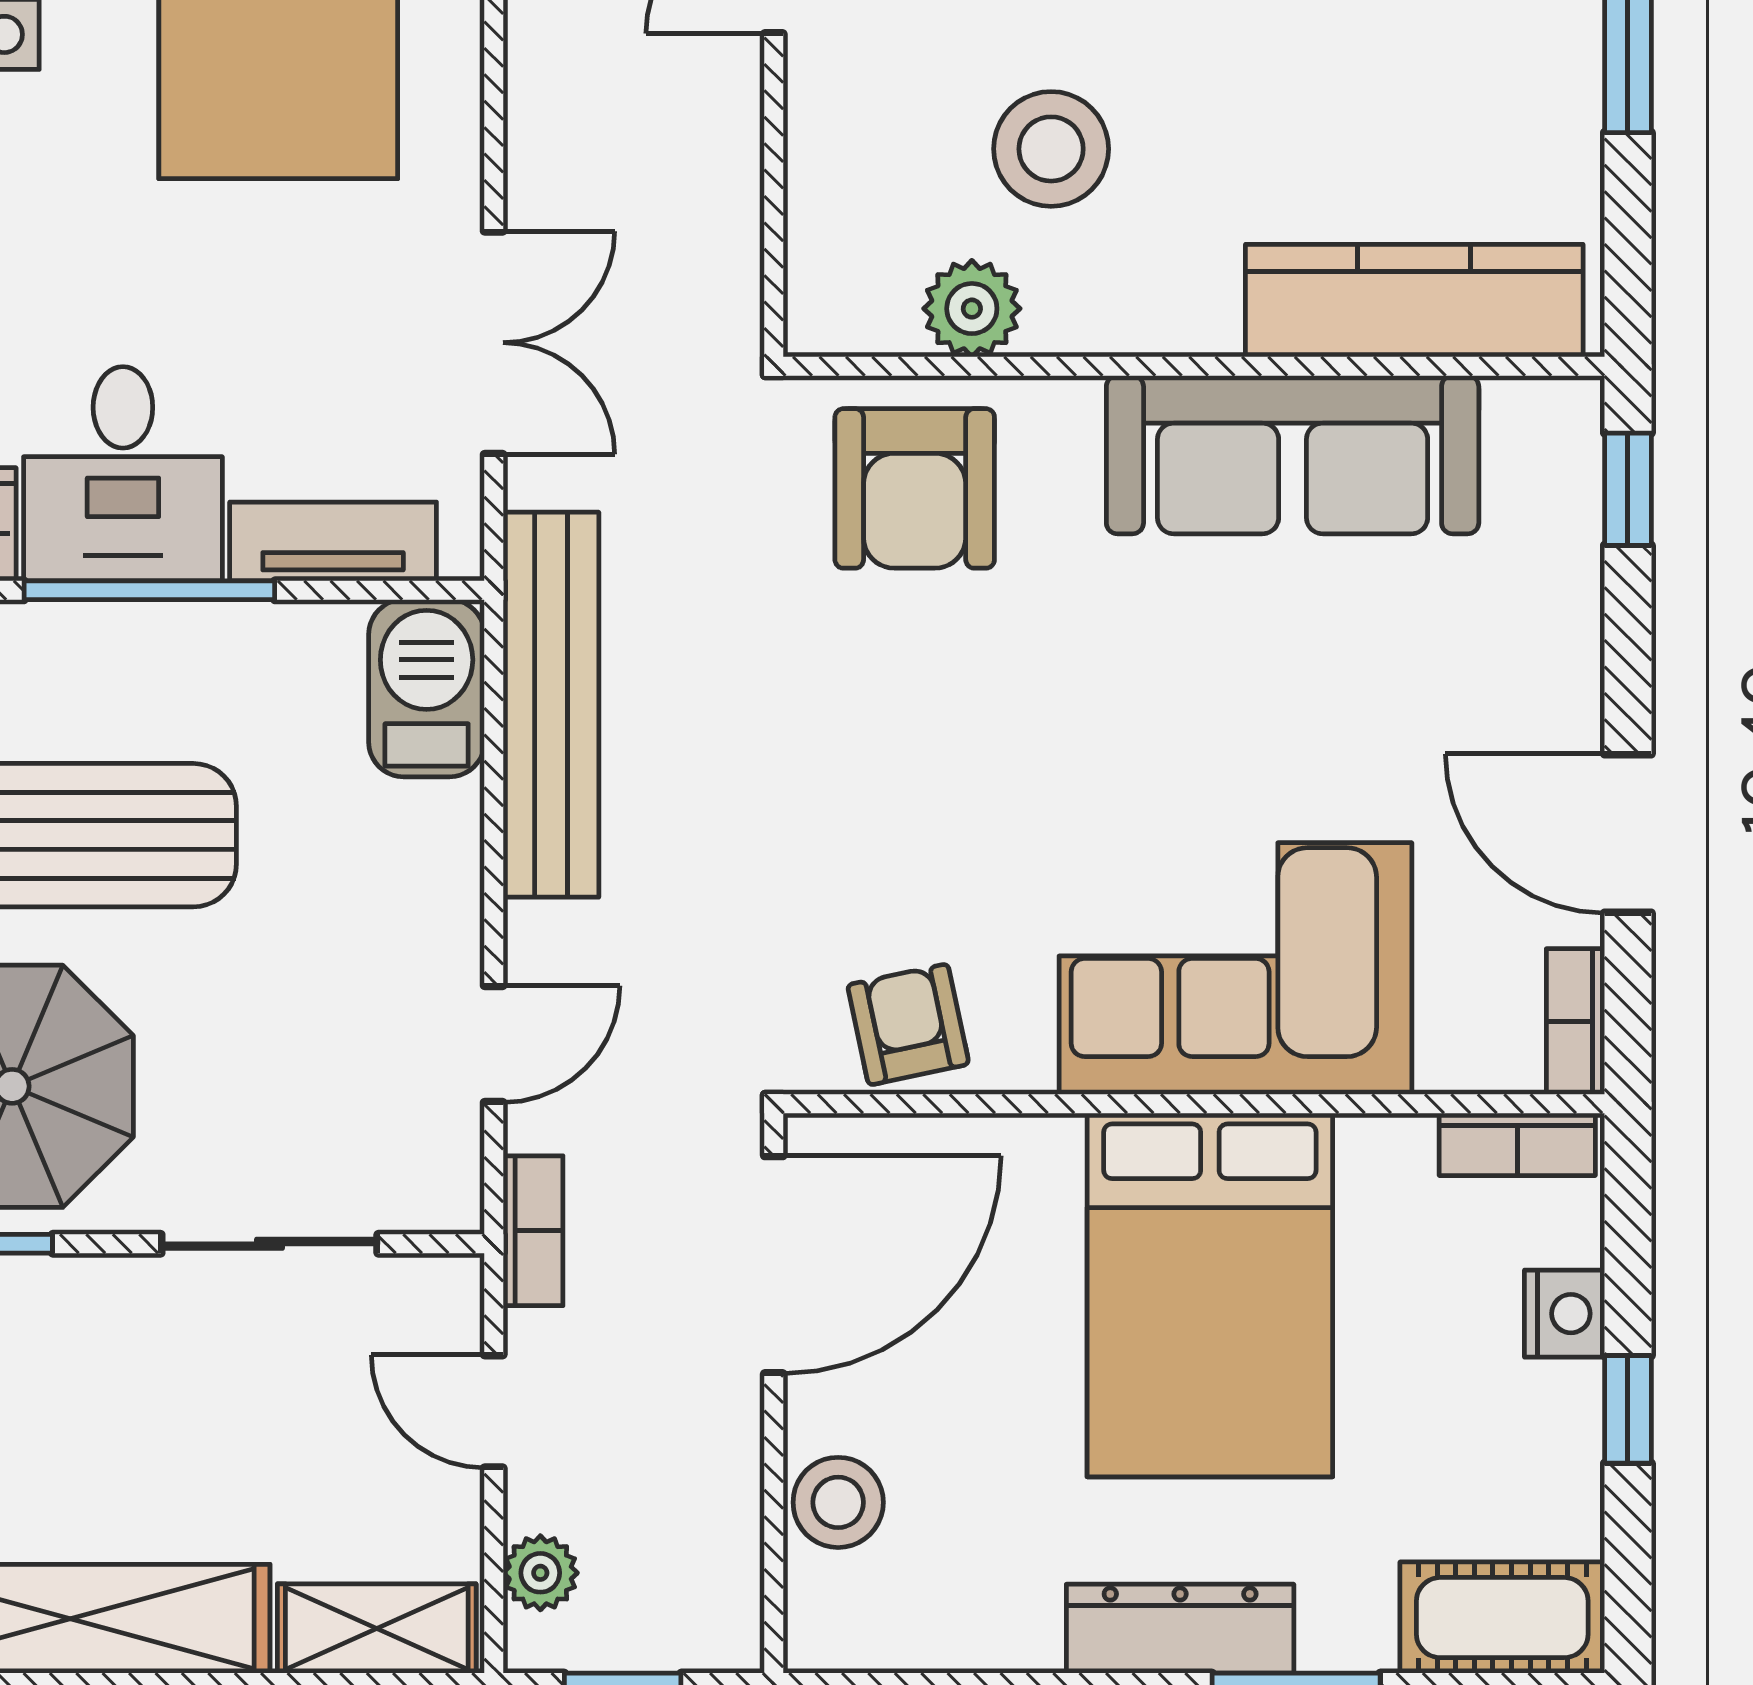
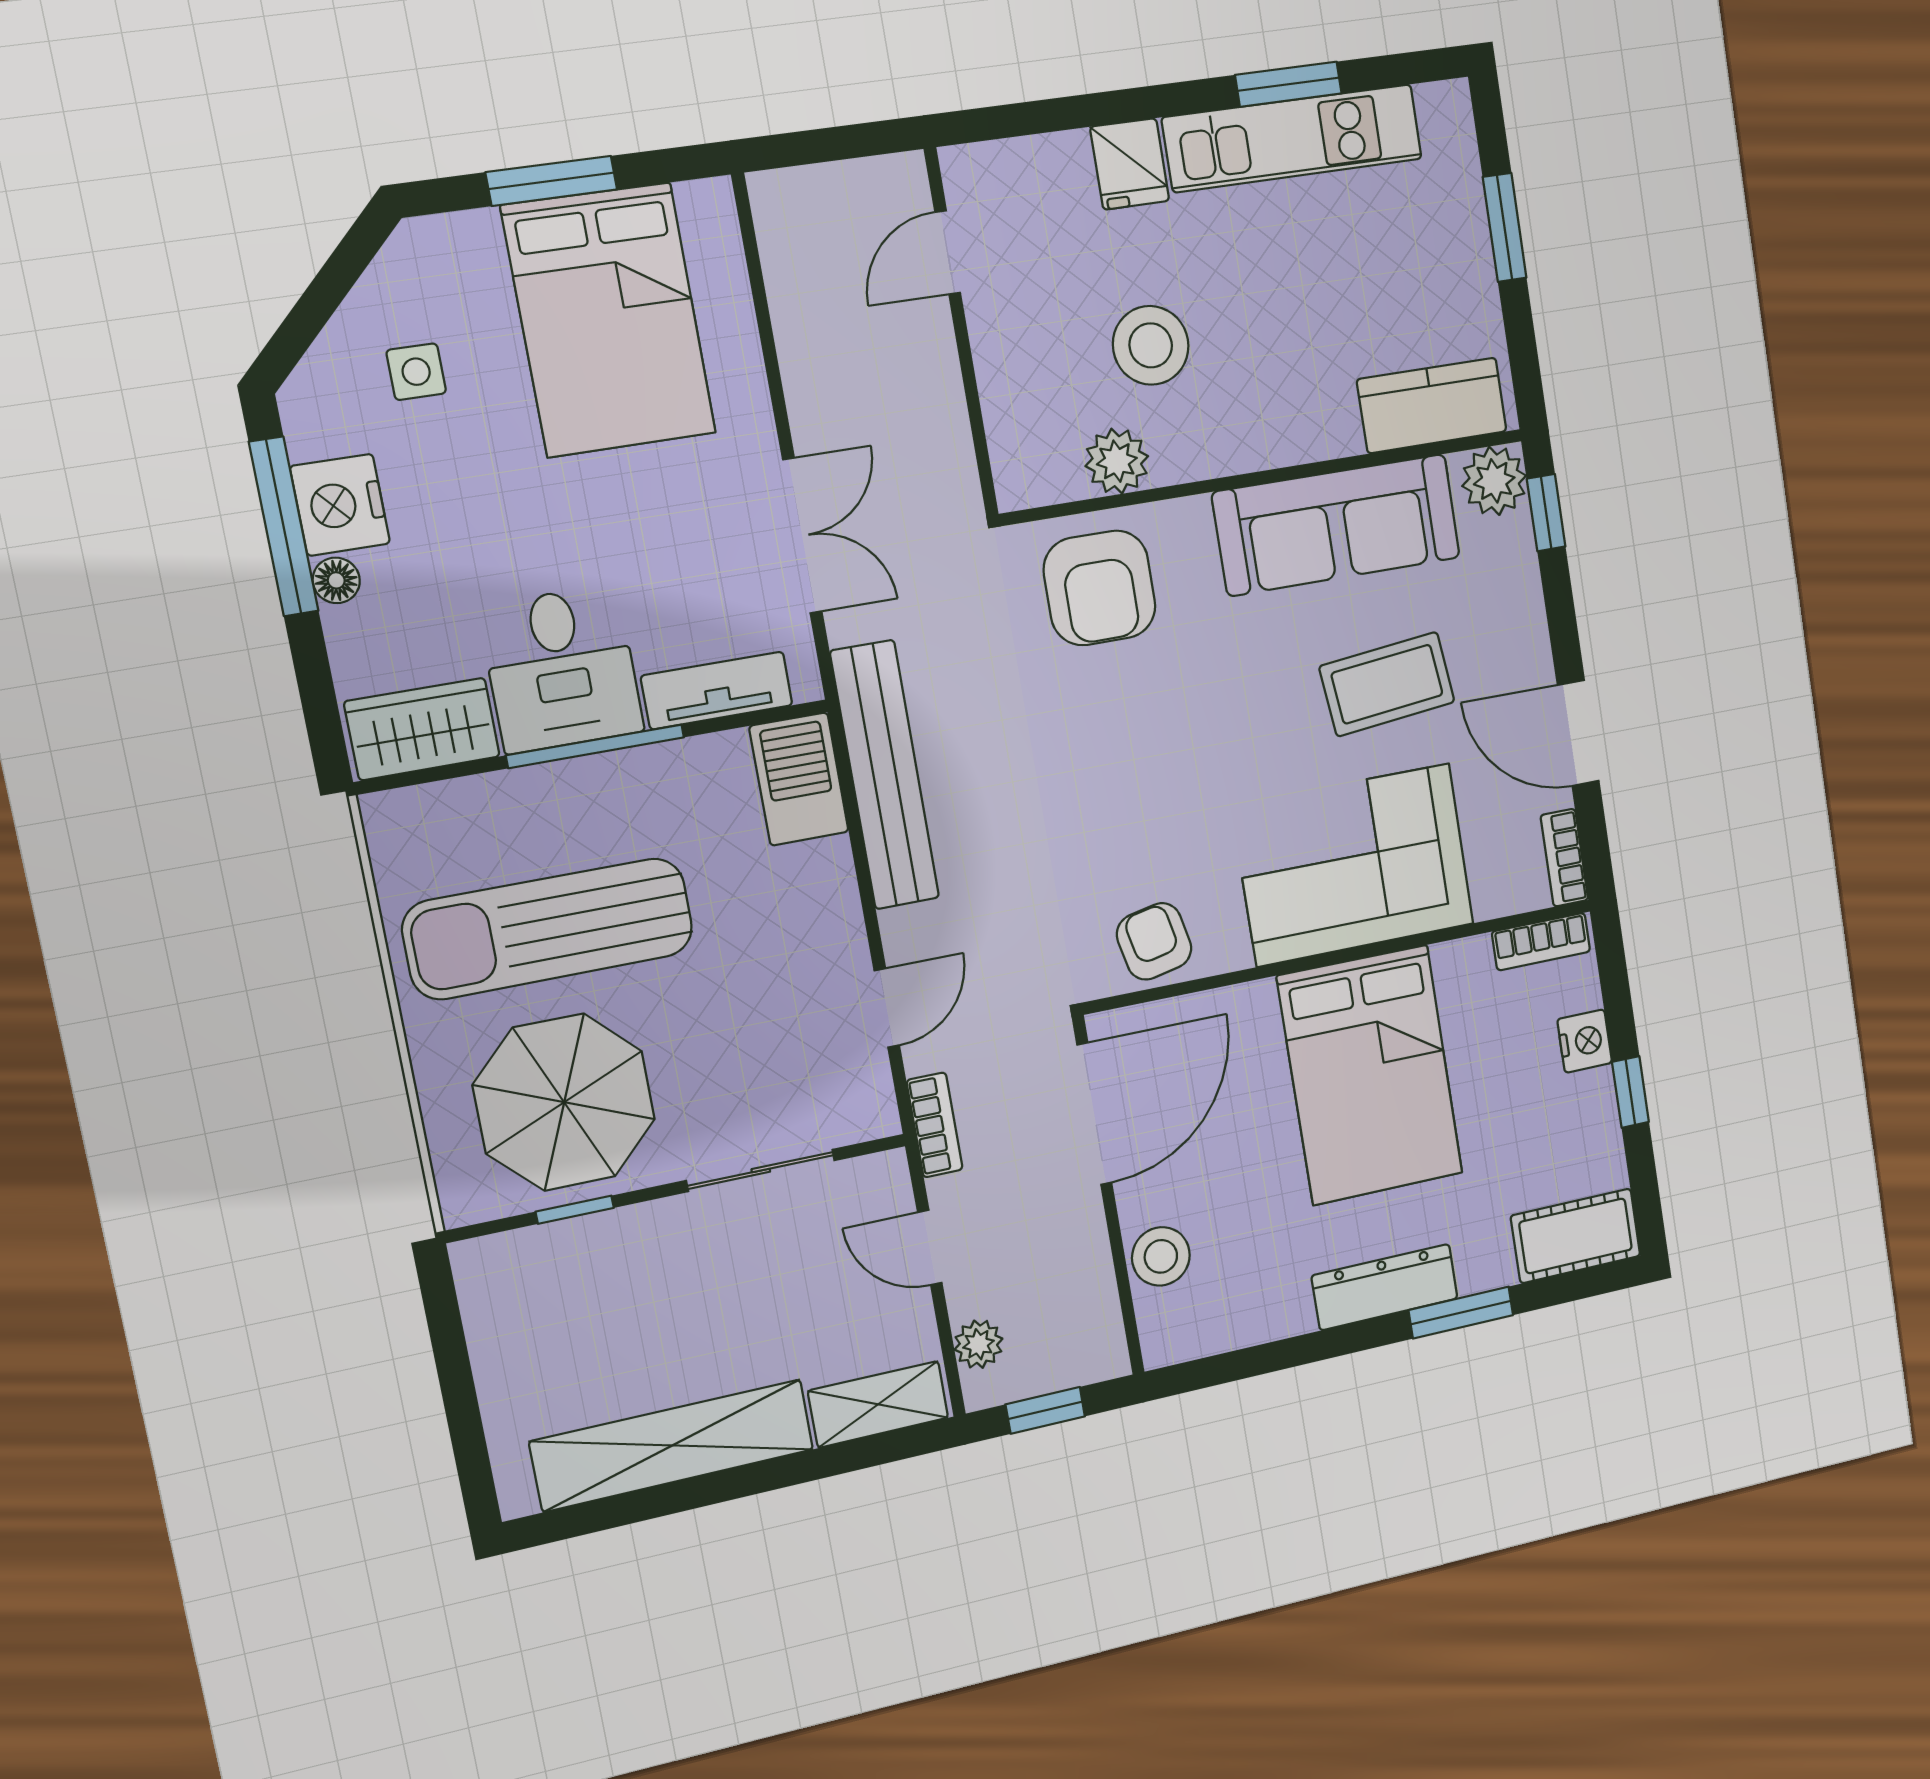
kitchen counter: (1414, 301) -> (1432, 405), width x0.67
plant: (1552, 428) -> (1494, 481), added
coffee table: (1333, 705) -> (1387, 684), added

